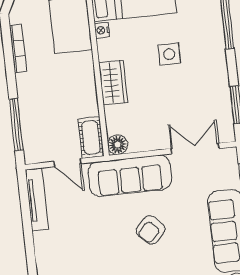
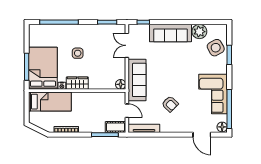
wardrobe: (113, 83) -> (77, 83), moved
cot: (91, 138) -> (116, 127), moved
door: (68, 163) -> (127, 111), hinge flipped
armchair: (151, 230) -> (170, 104), moved

